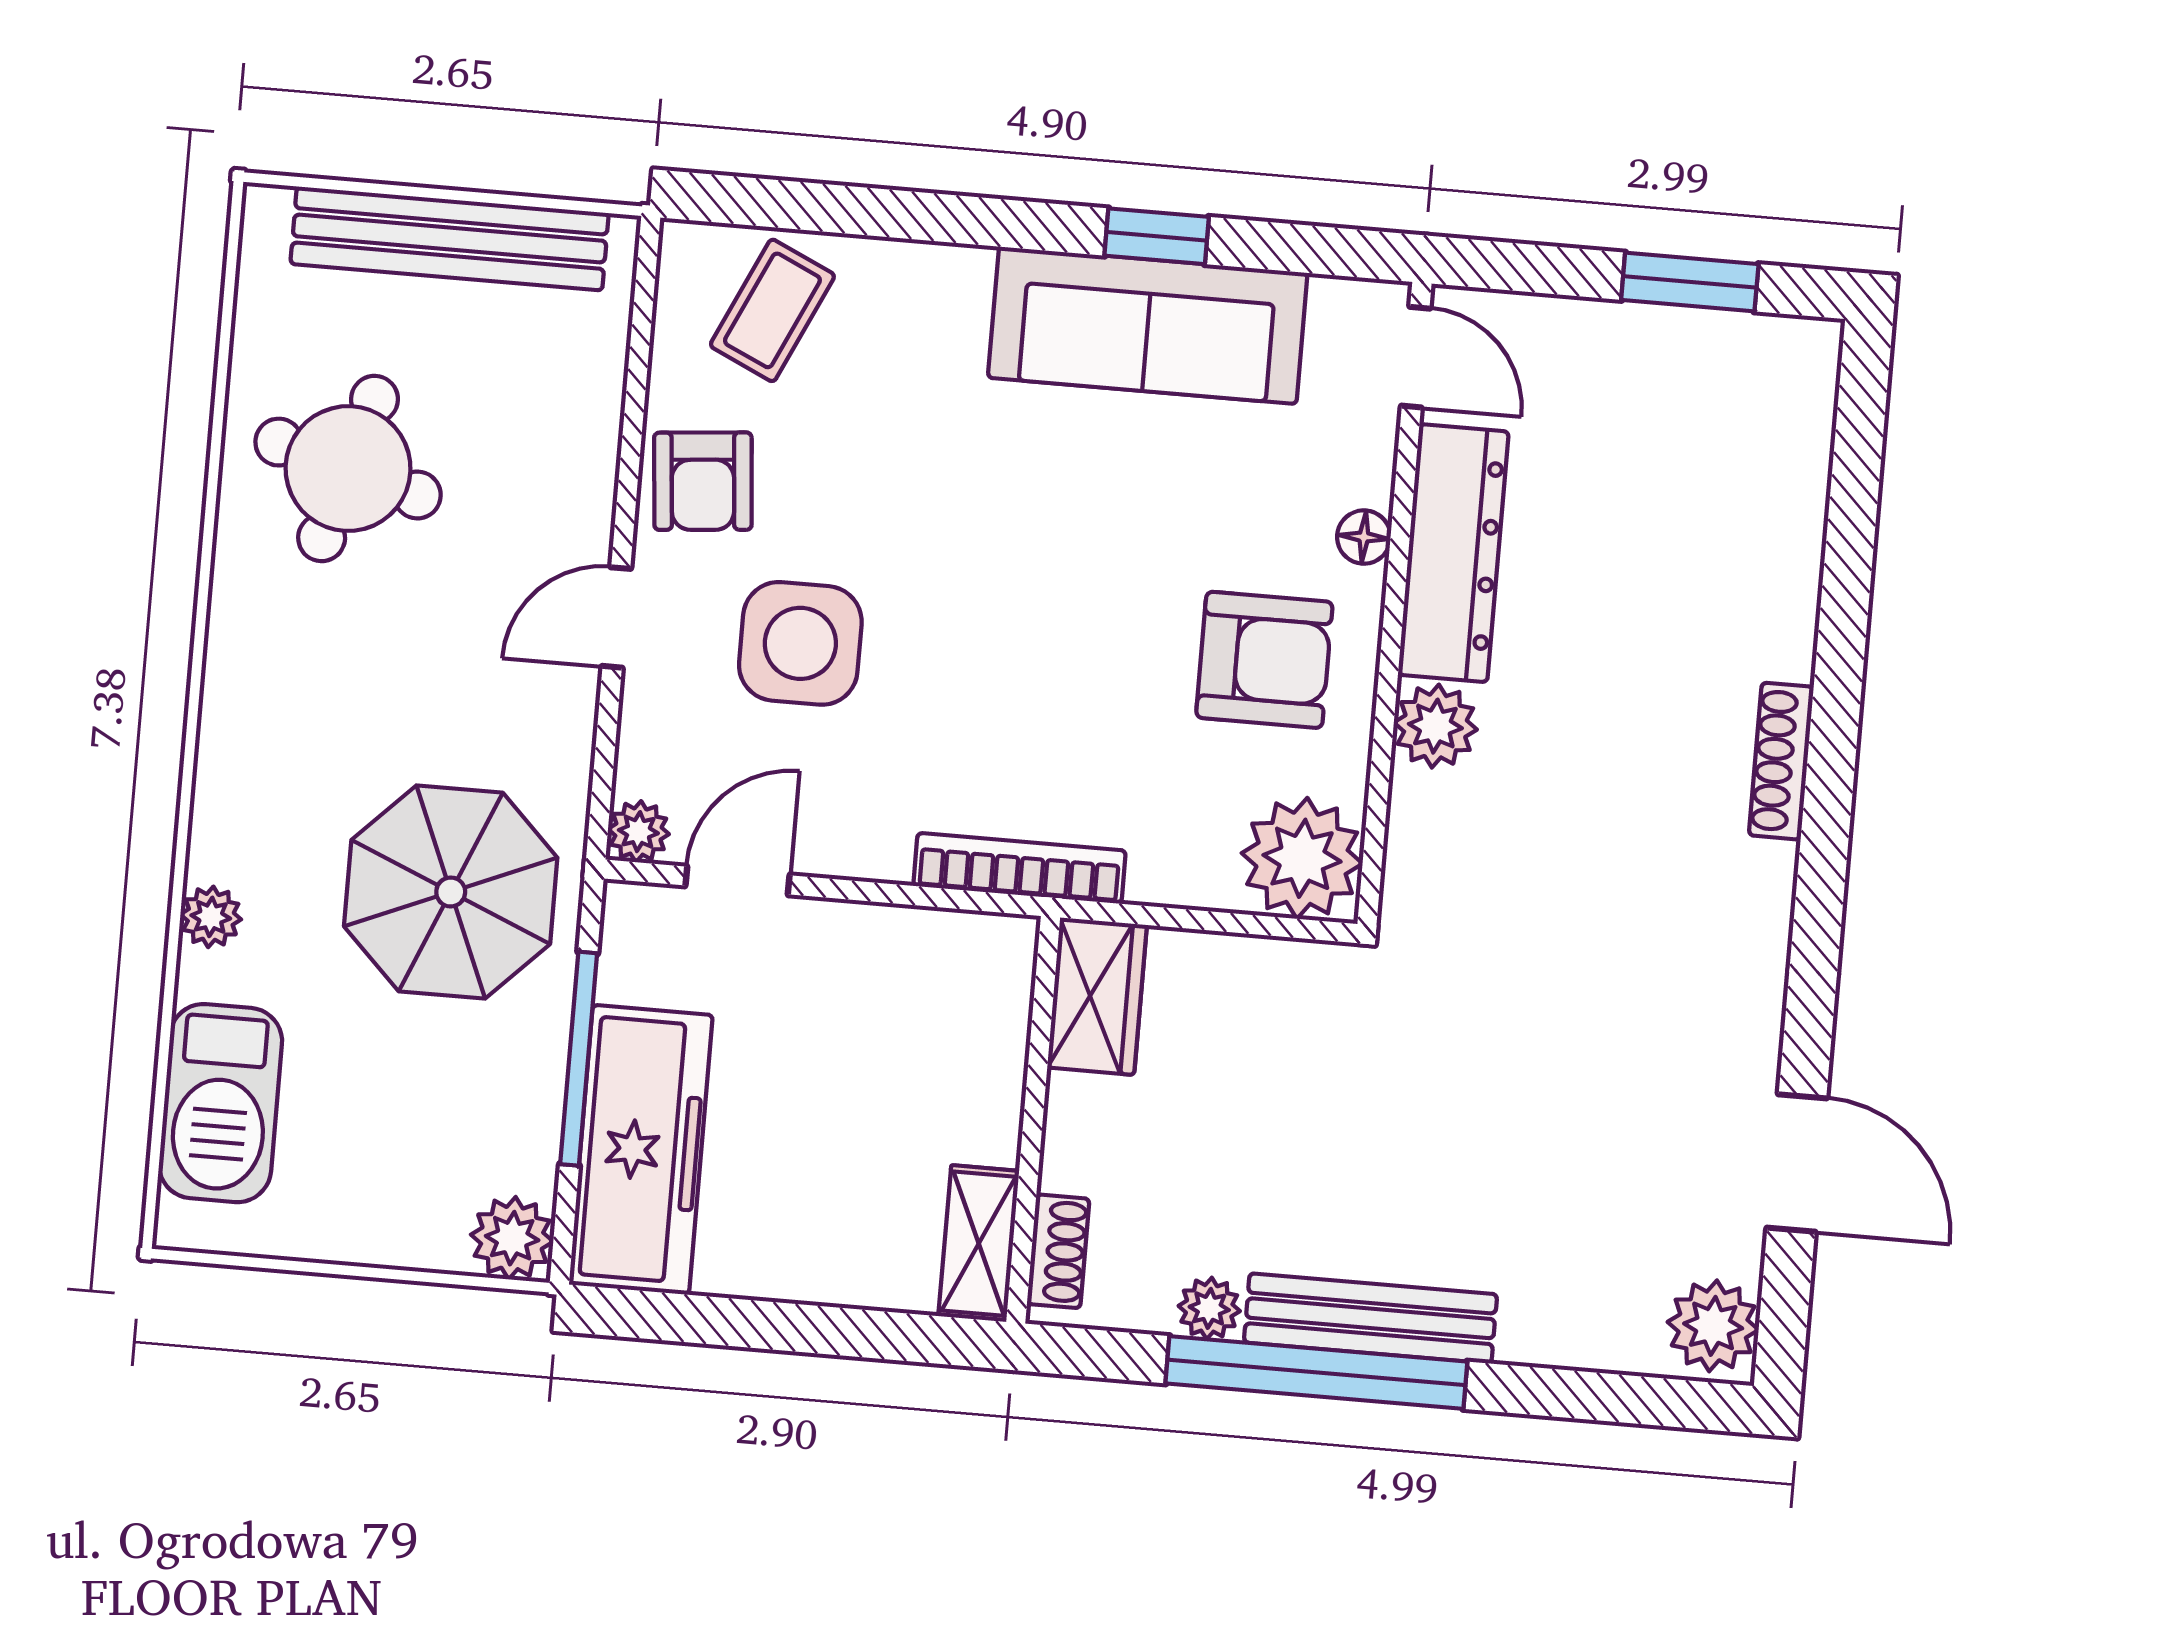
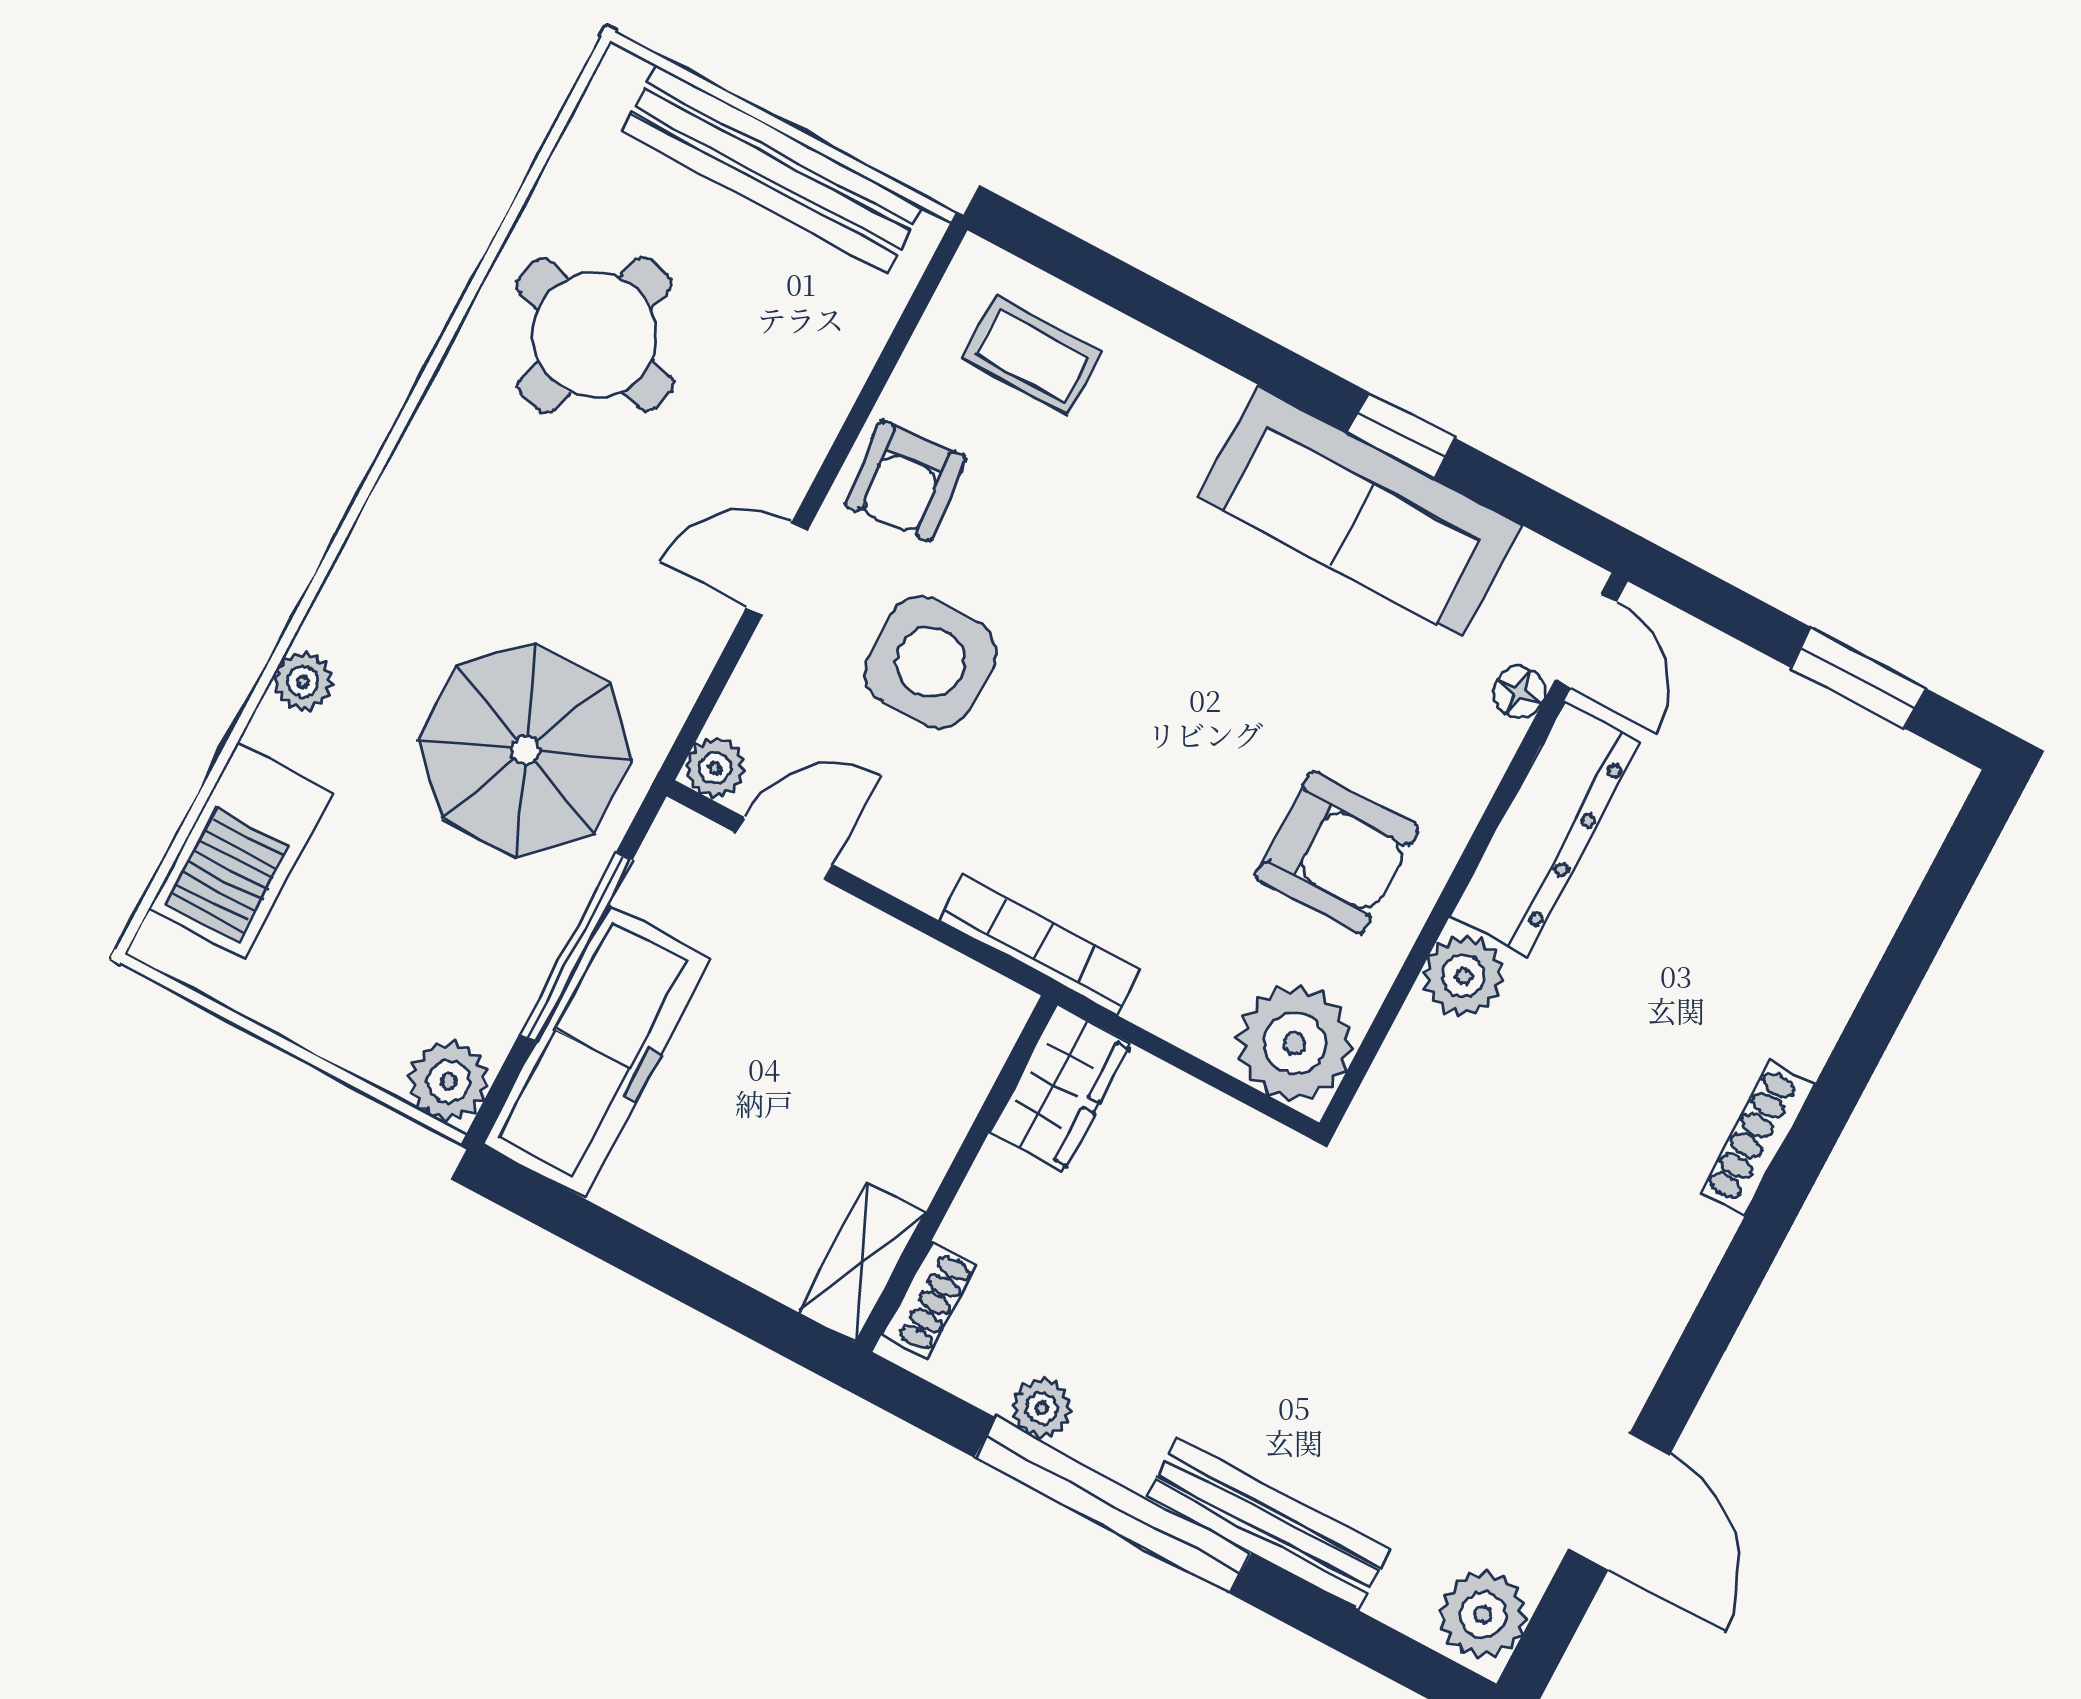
coffee table: (772, 310) -> (1032, 355), turned 65
floor lamp: (1364, 537) -> (1519, 692), moved
bench: (1370, 1318) -> (1268, 1524), moved

